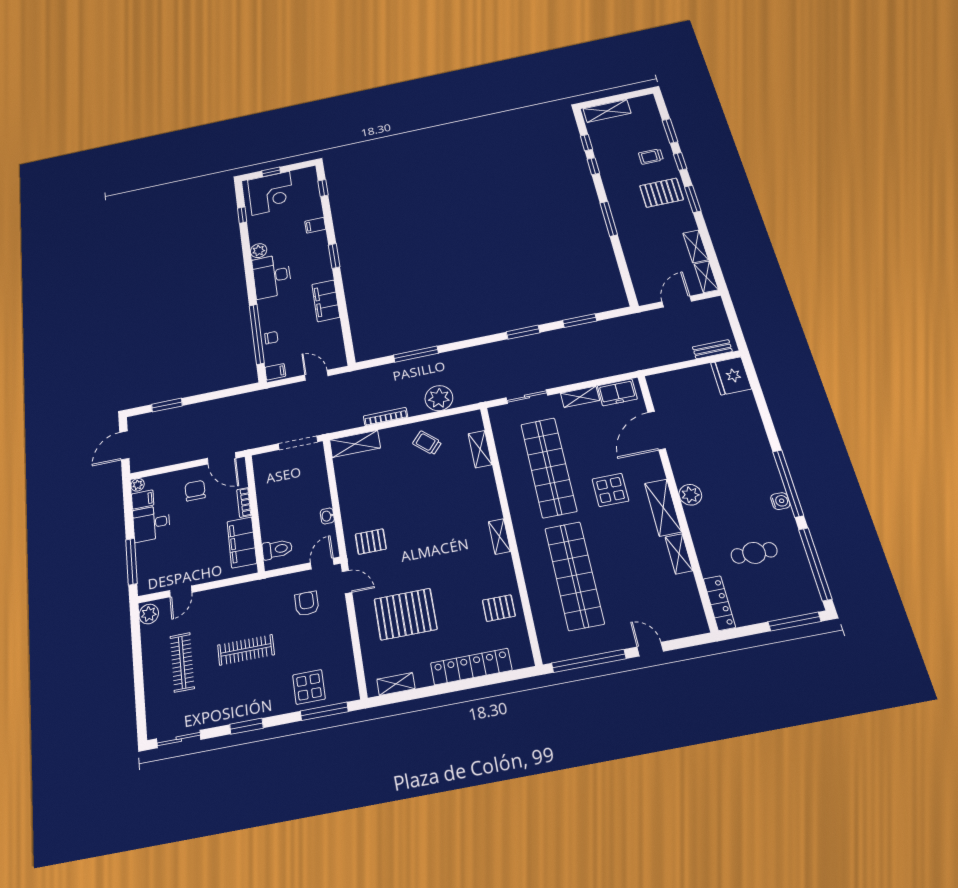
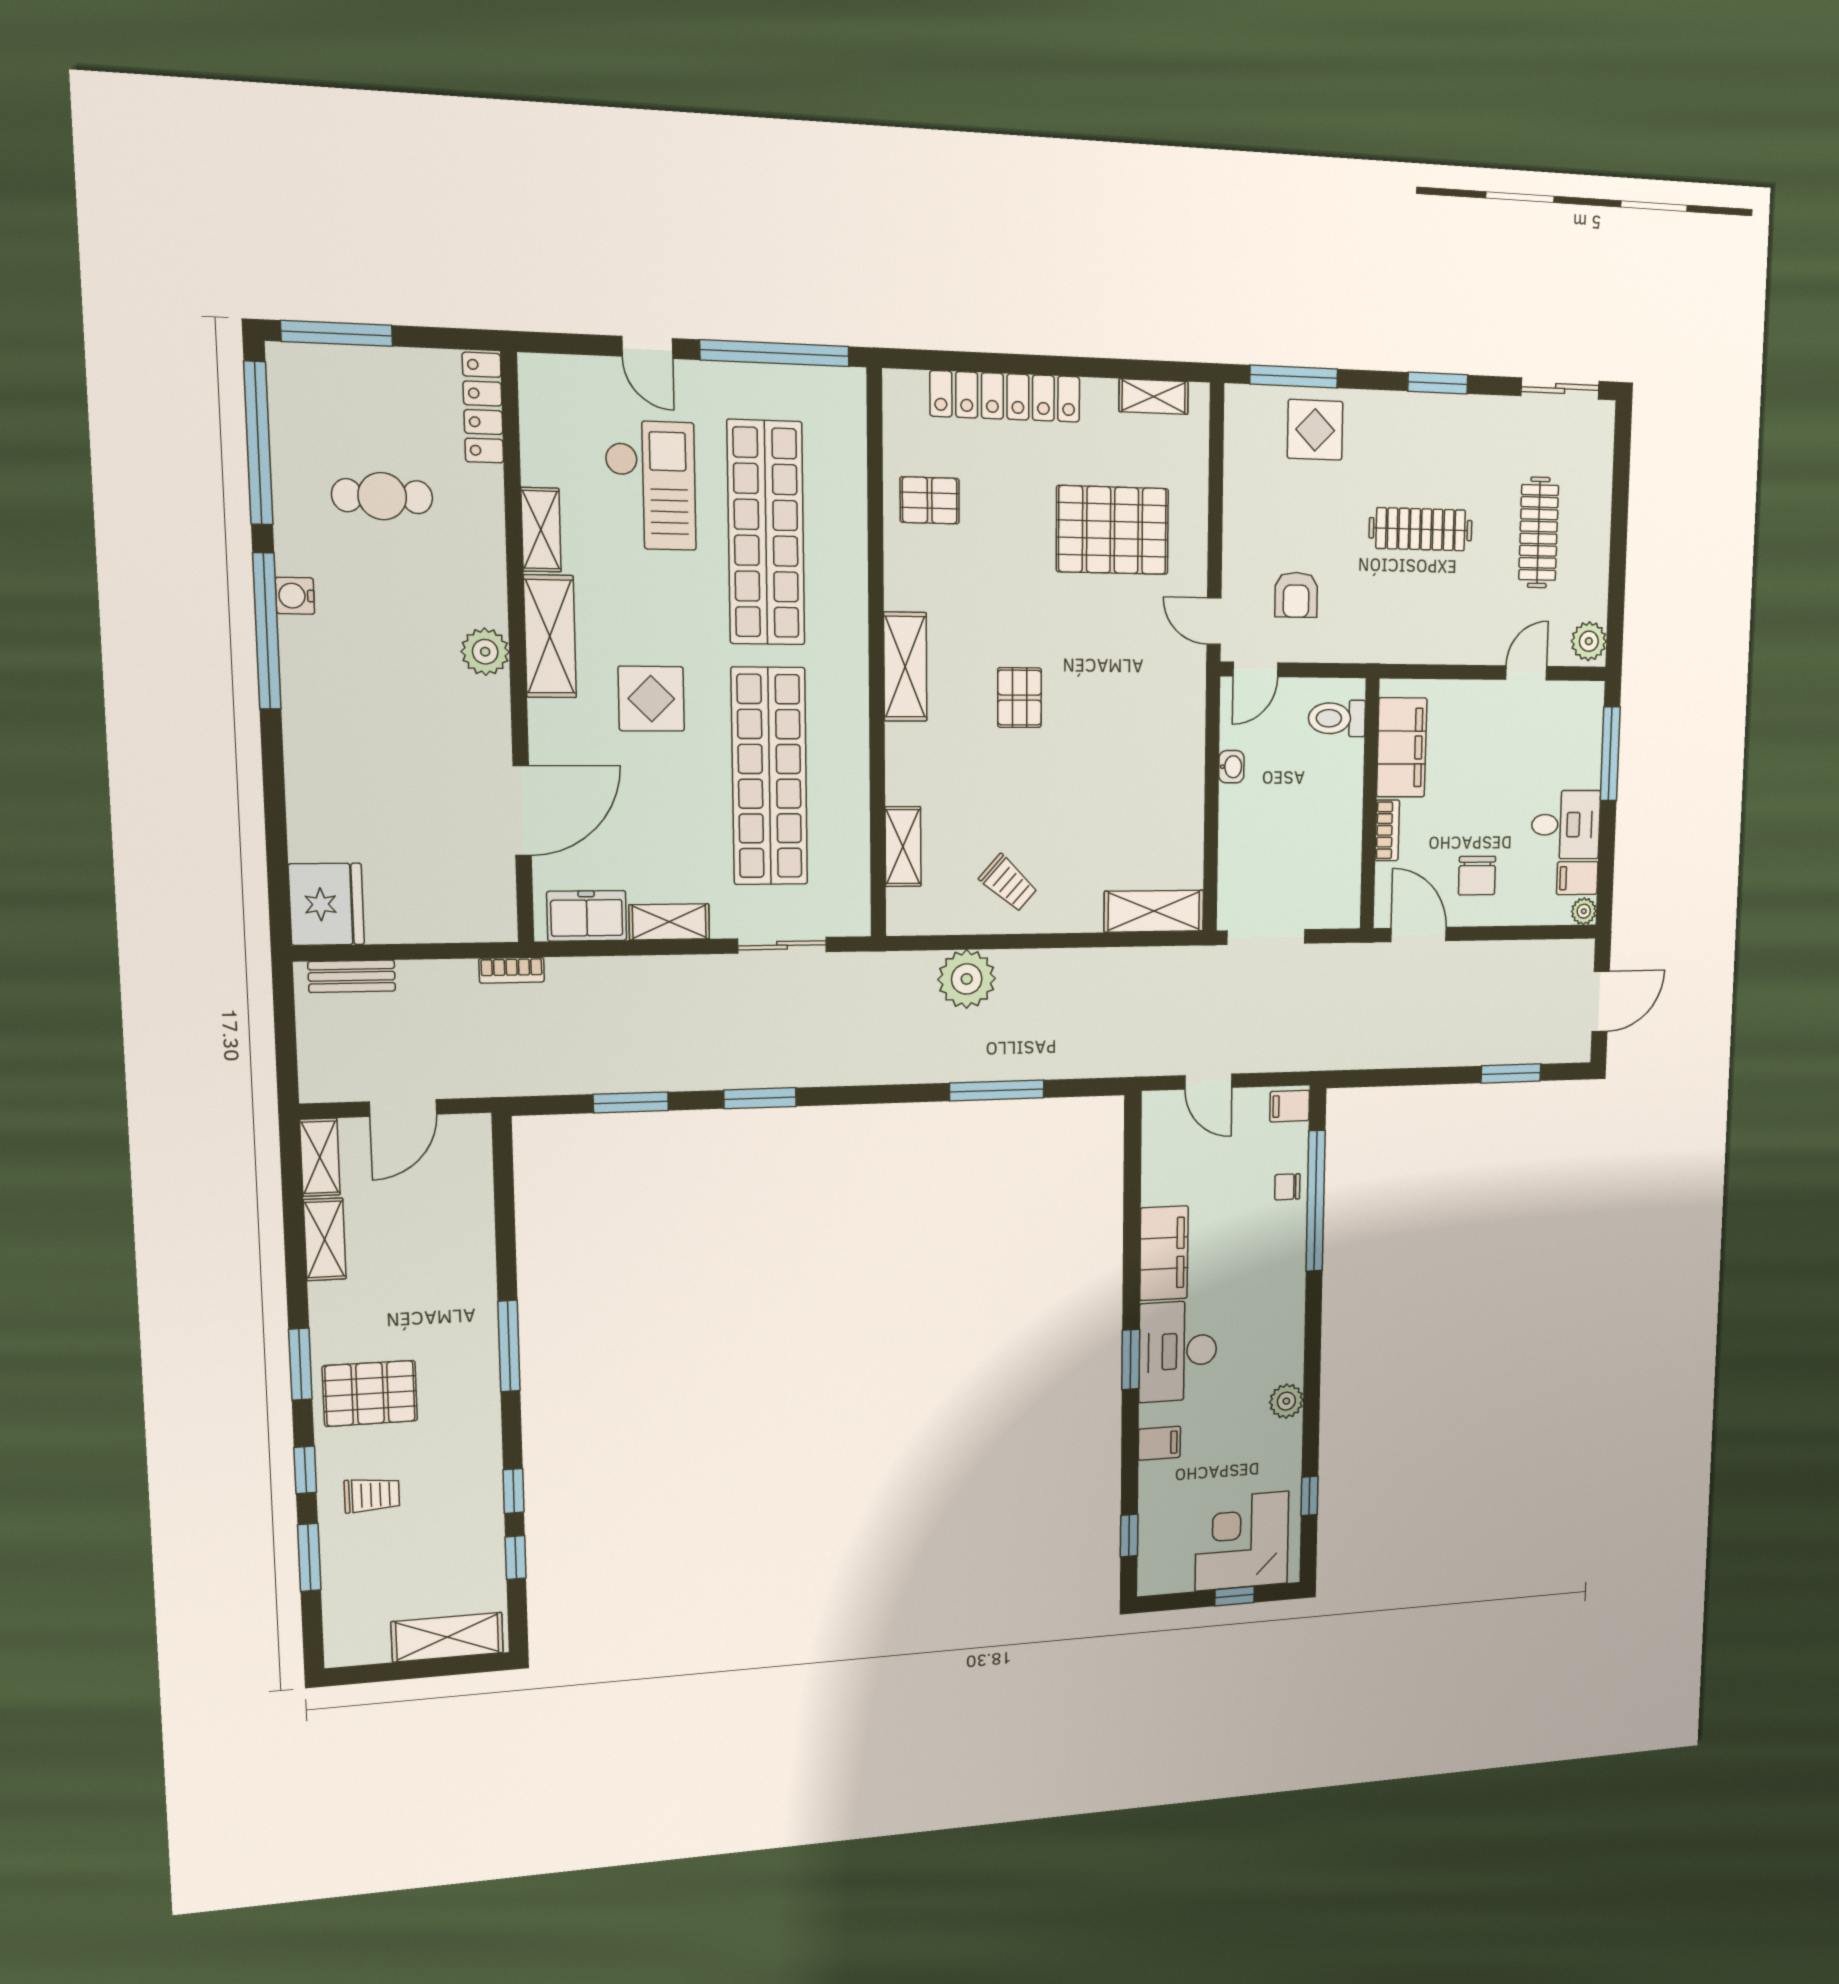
desk: (272, 276) -> (1178, 1351), moved, turned 180
bookcase: (386, 417) -> (512, 970), moved, width x0.64
shelving: (499, 536) -> (905, 667), width x1.50, depth x1.33
pallet: (371, 542) -> (1019, 698), moved, turned 90
checkout: (633, 585) -> (650, 485), added

